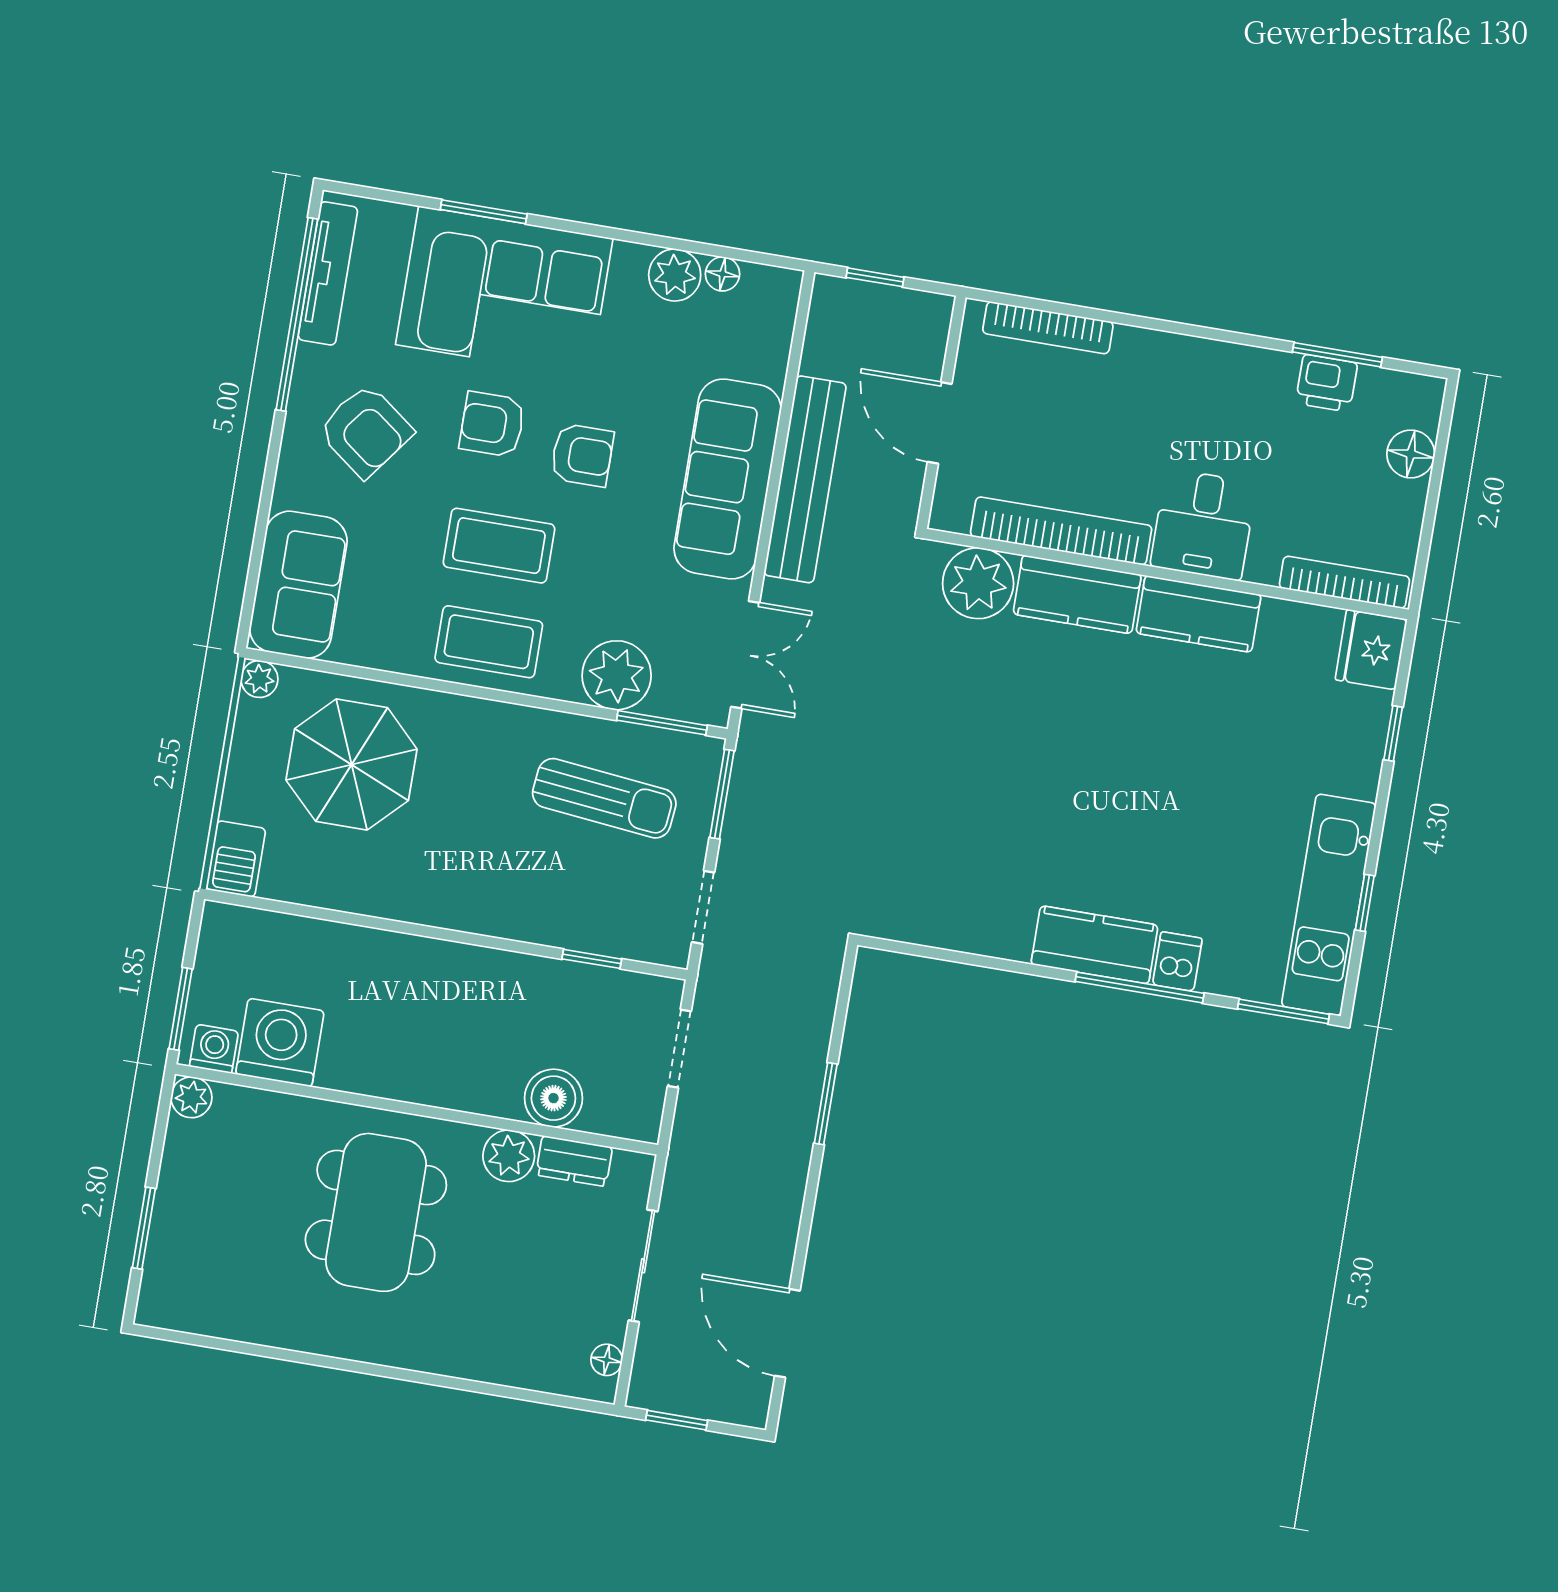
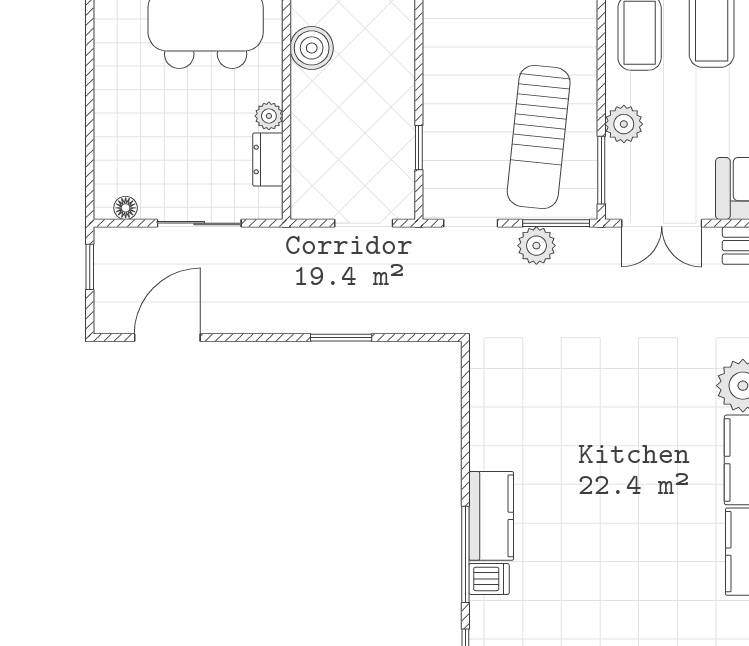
plant: (617, 675) -> (624, 124), width x0.73, depth x0.73
sun lounger: (604, 798) -> (539, 137), width x1.36, depth x1.34
plant: (747, 825) -> (536, 246), added
boiler: (553, 1098) -> (312, 48), moved
plant: (509, 1156) -> (269, 116), width x0.73, depth x0.73

